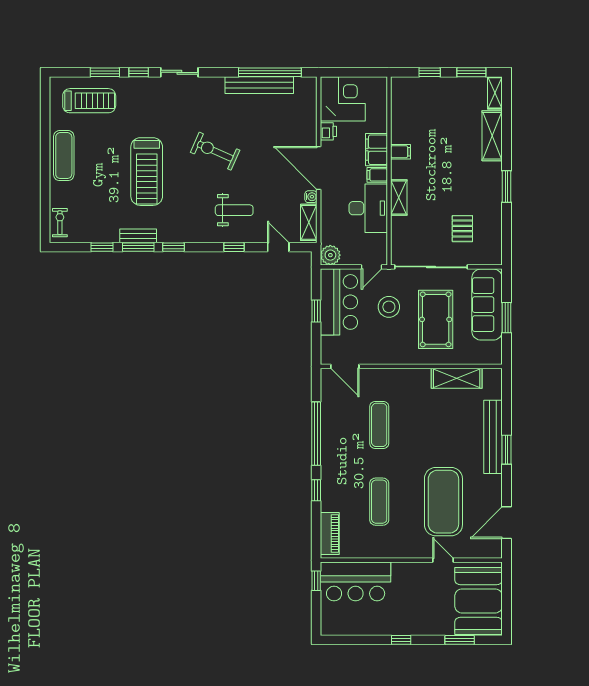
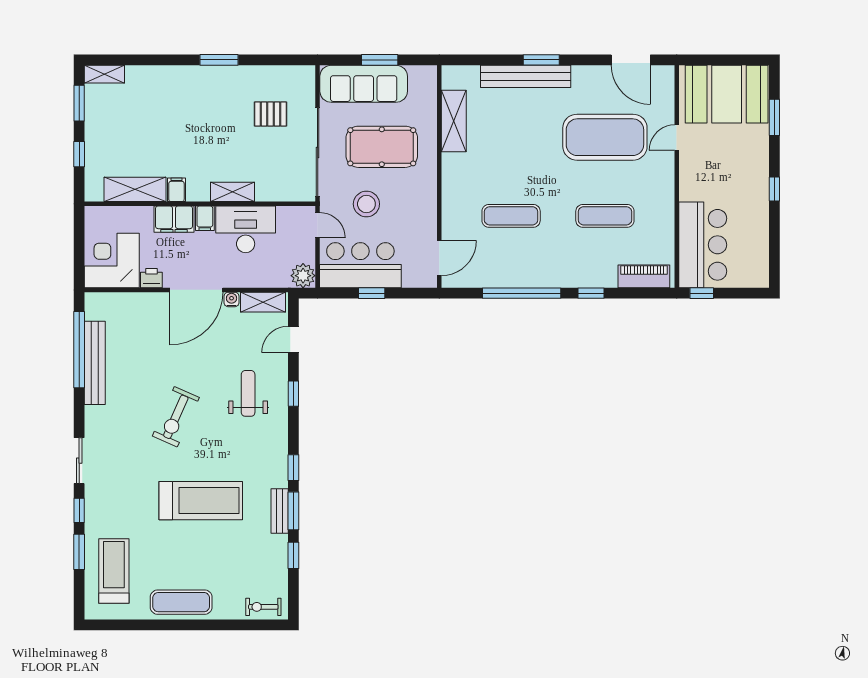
shelving: (492, 136) -> (135, 189), moved

